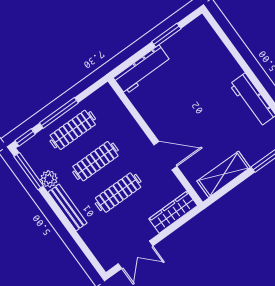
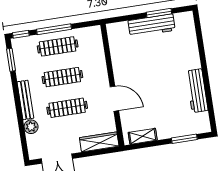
workbench: (142, 70) -> (152, 25), moved
window: (29, 171) -> (11, 60), width x0.69
shelving: (224, 174) -> (143, 136), width x0.67, depth x0.75
plant: (49, 179) -> (31, 127), moved

